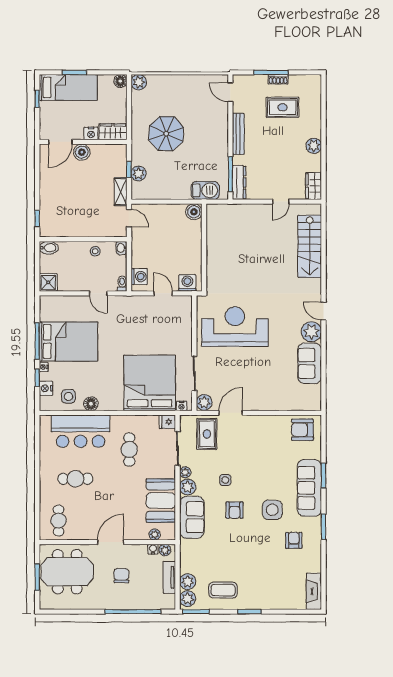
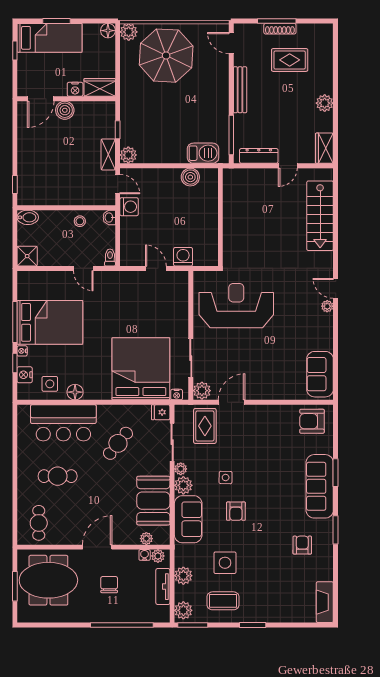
shoe rack: (278, 79) -> (280, 29), width x1.43
parasol: (166, 134) -> (166, 56), moved, width x1.36, depth x1.36
plant: (138, 173) -> (128, 155), moved
dresser: (239, 183) -> (259, 156), moved, turned -90
wall: (204, 248) -> (220, 217), moved
washing machine: (139, 277) -> (129, 207), moved
plant: (311, 332) -> (327, 306), width x0.53, depth x0.53
sofa: (310, 363) -> (320, 374), moved
cafe table: (129, 449) -> (118, 443), turned 39
side table: (272, 510) -> (225, 563), moved
plant: (188, 582) -> (183, 576), moved

